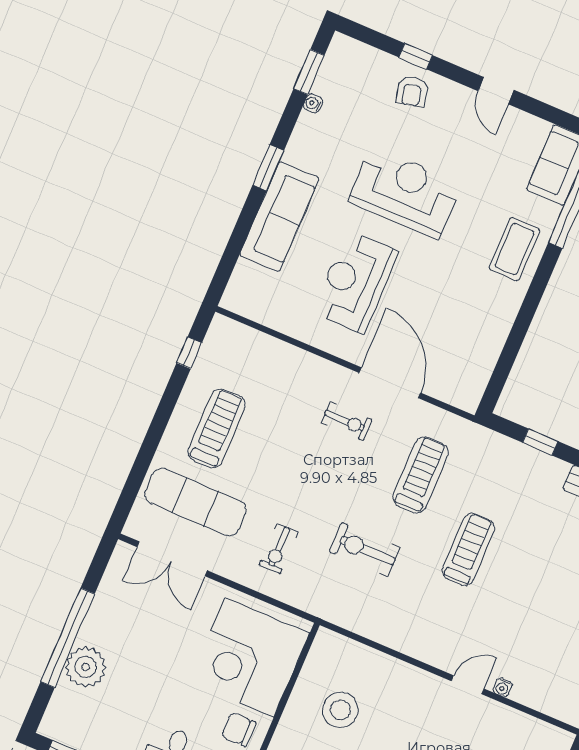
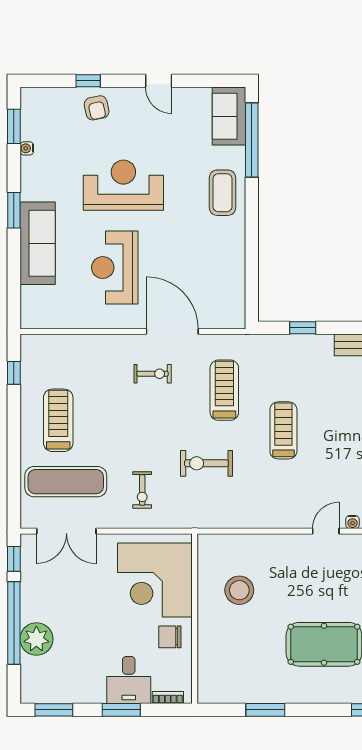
window: (99, 565) -> (14, 559), added

